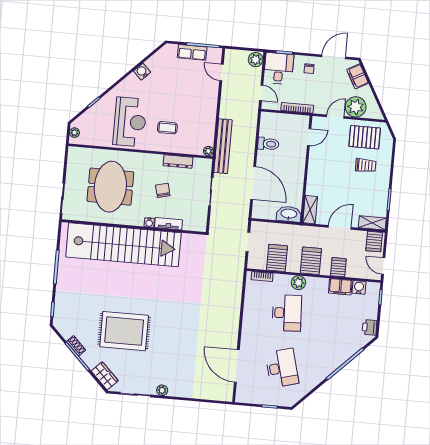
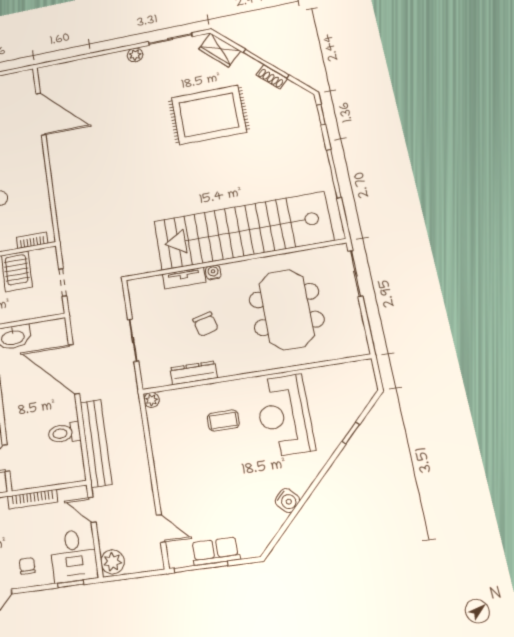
plant: (74, 133) -> (367, 377), removed
bench: (223, 146) -> (96, 443), moved

